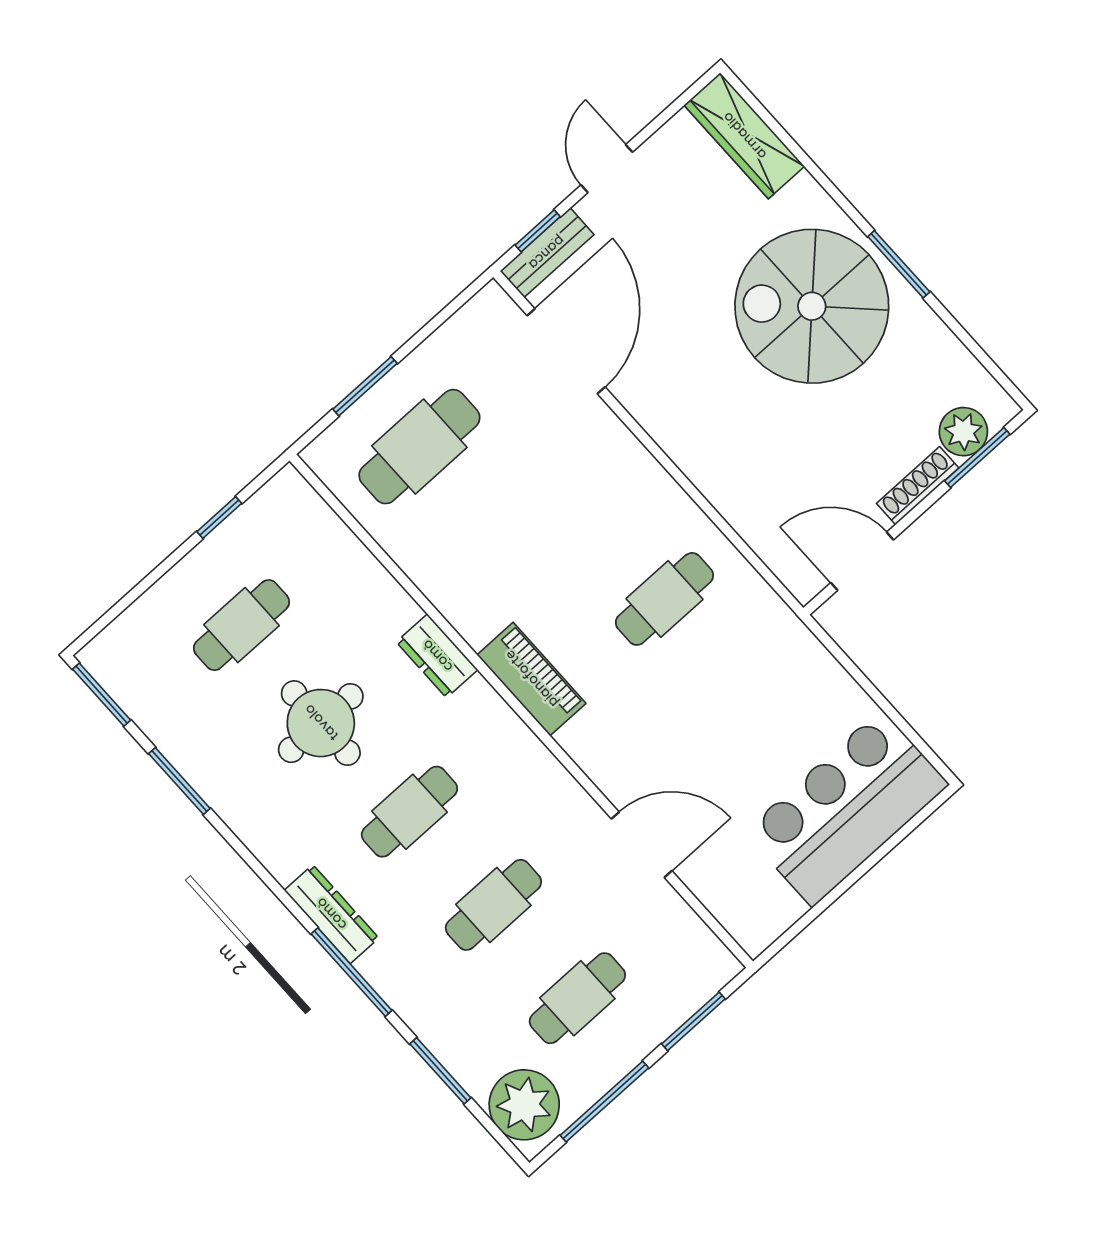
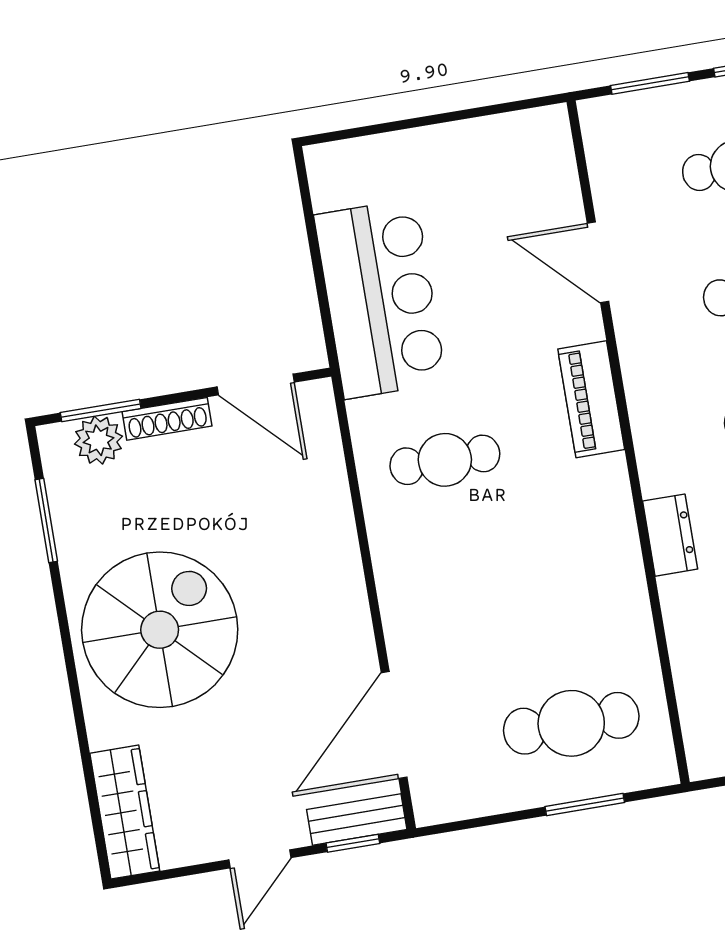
window: (899, 264) -> (46, 520), moved
spiral stairs: (812, 306) -> (160, 630), turned -90
piano: (531, 679) -> (591, 399), moved
bar counter: (847, 808) -> (380, 299), moved, turned -90

